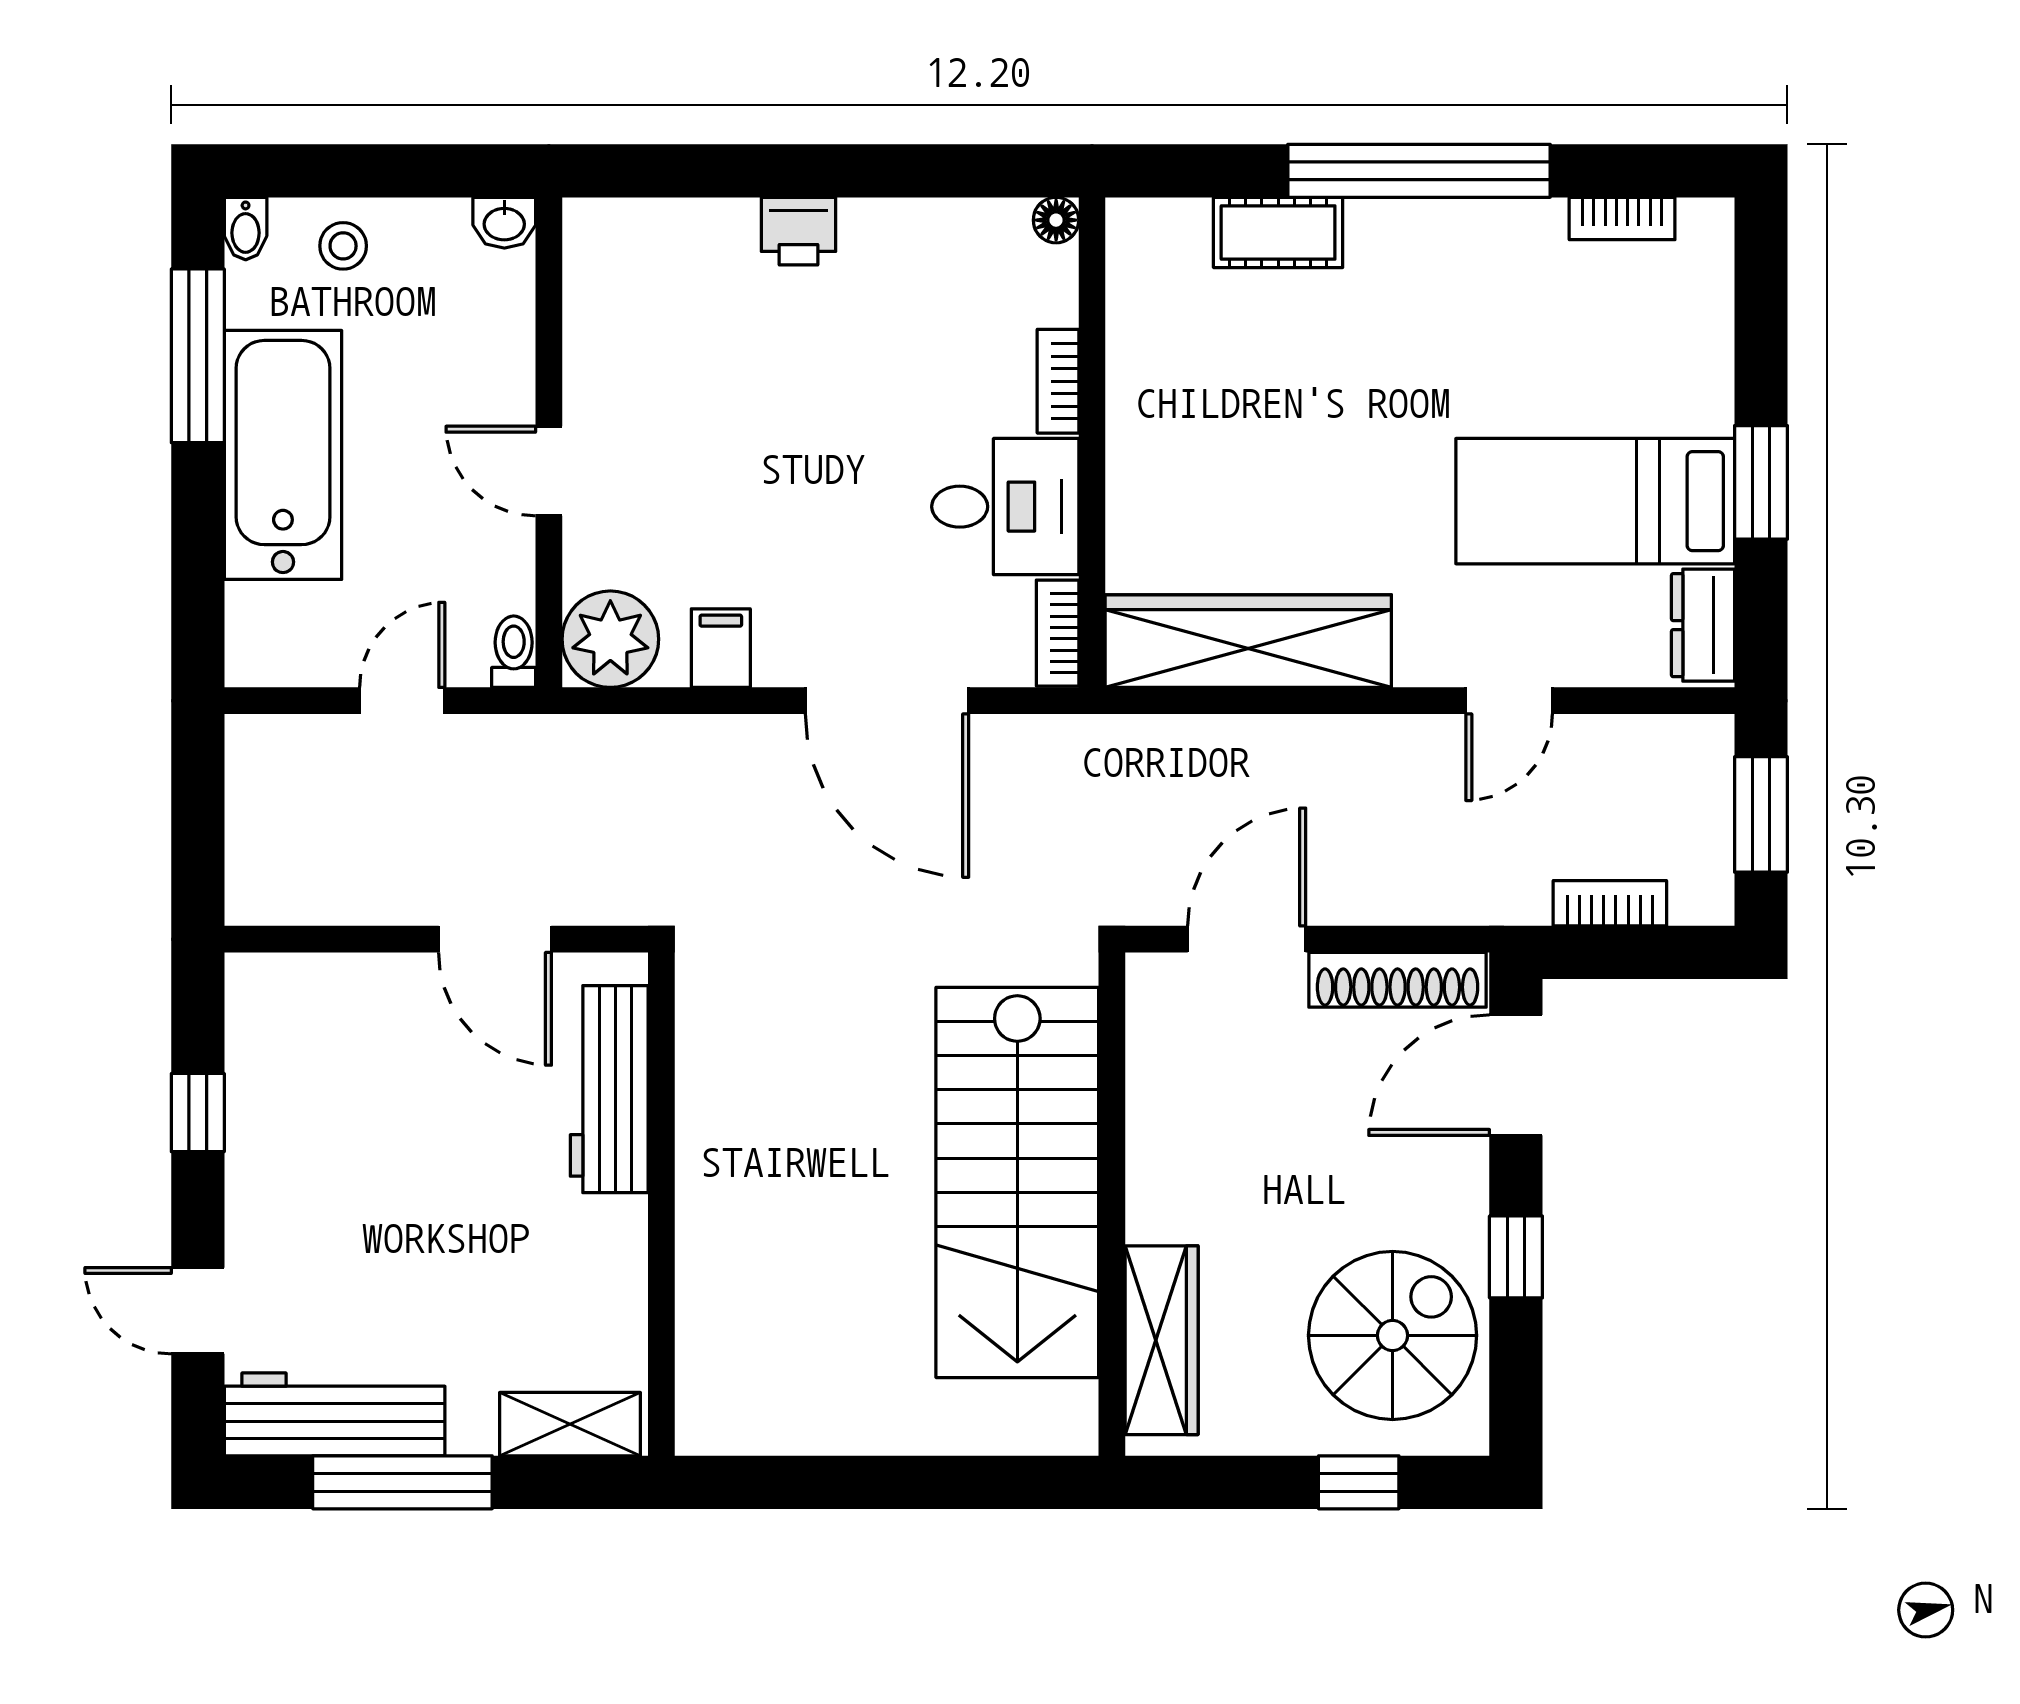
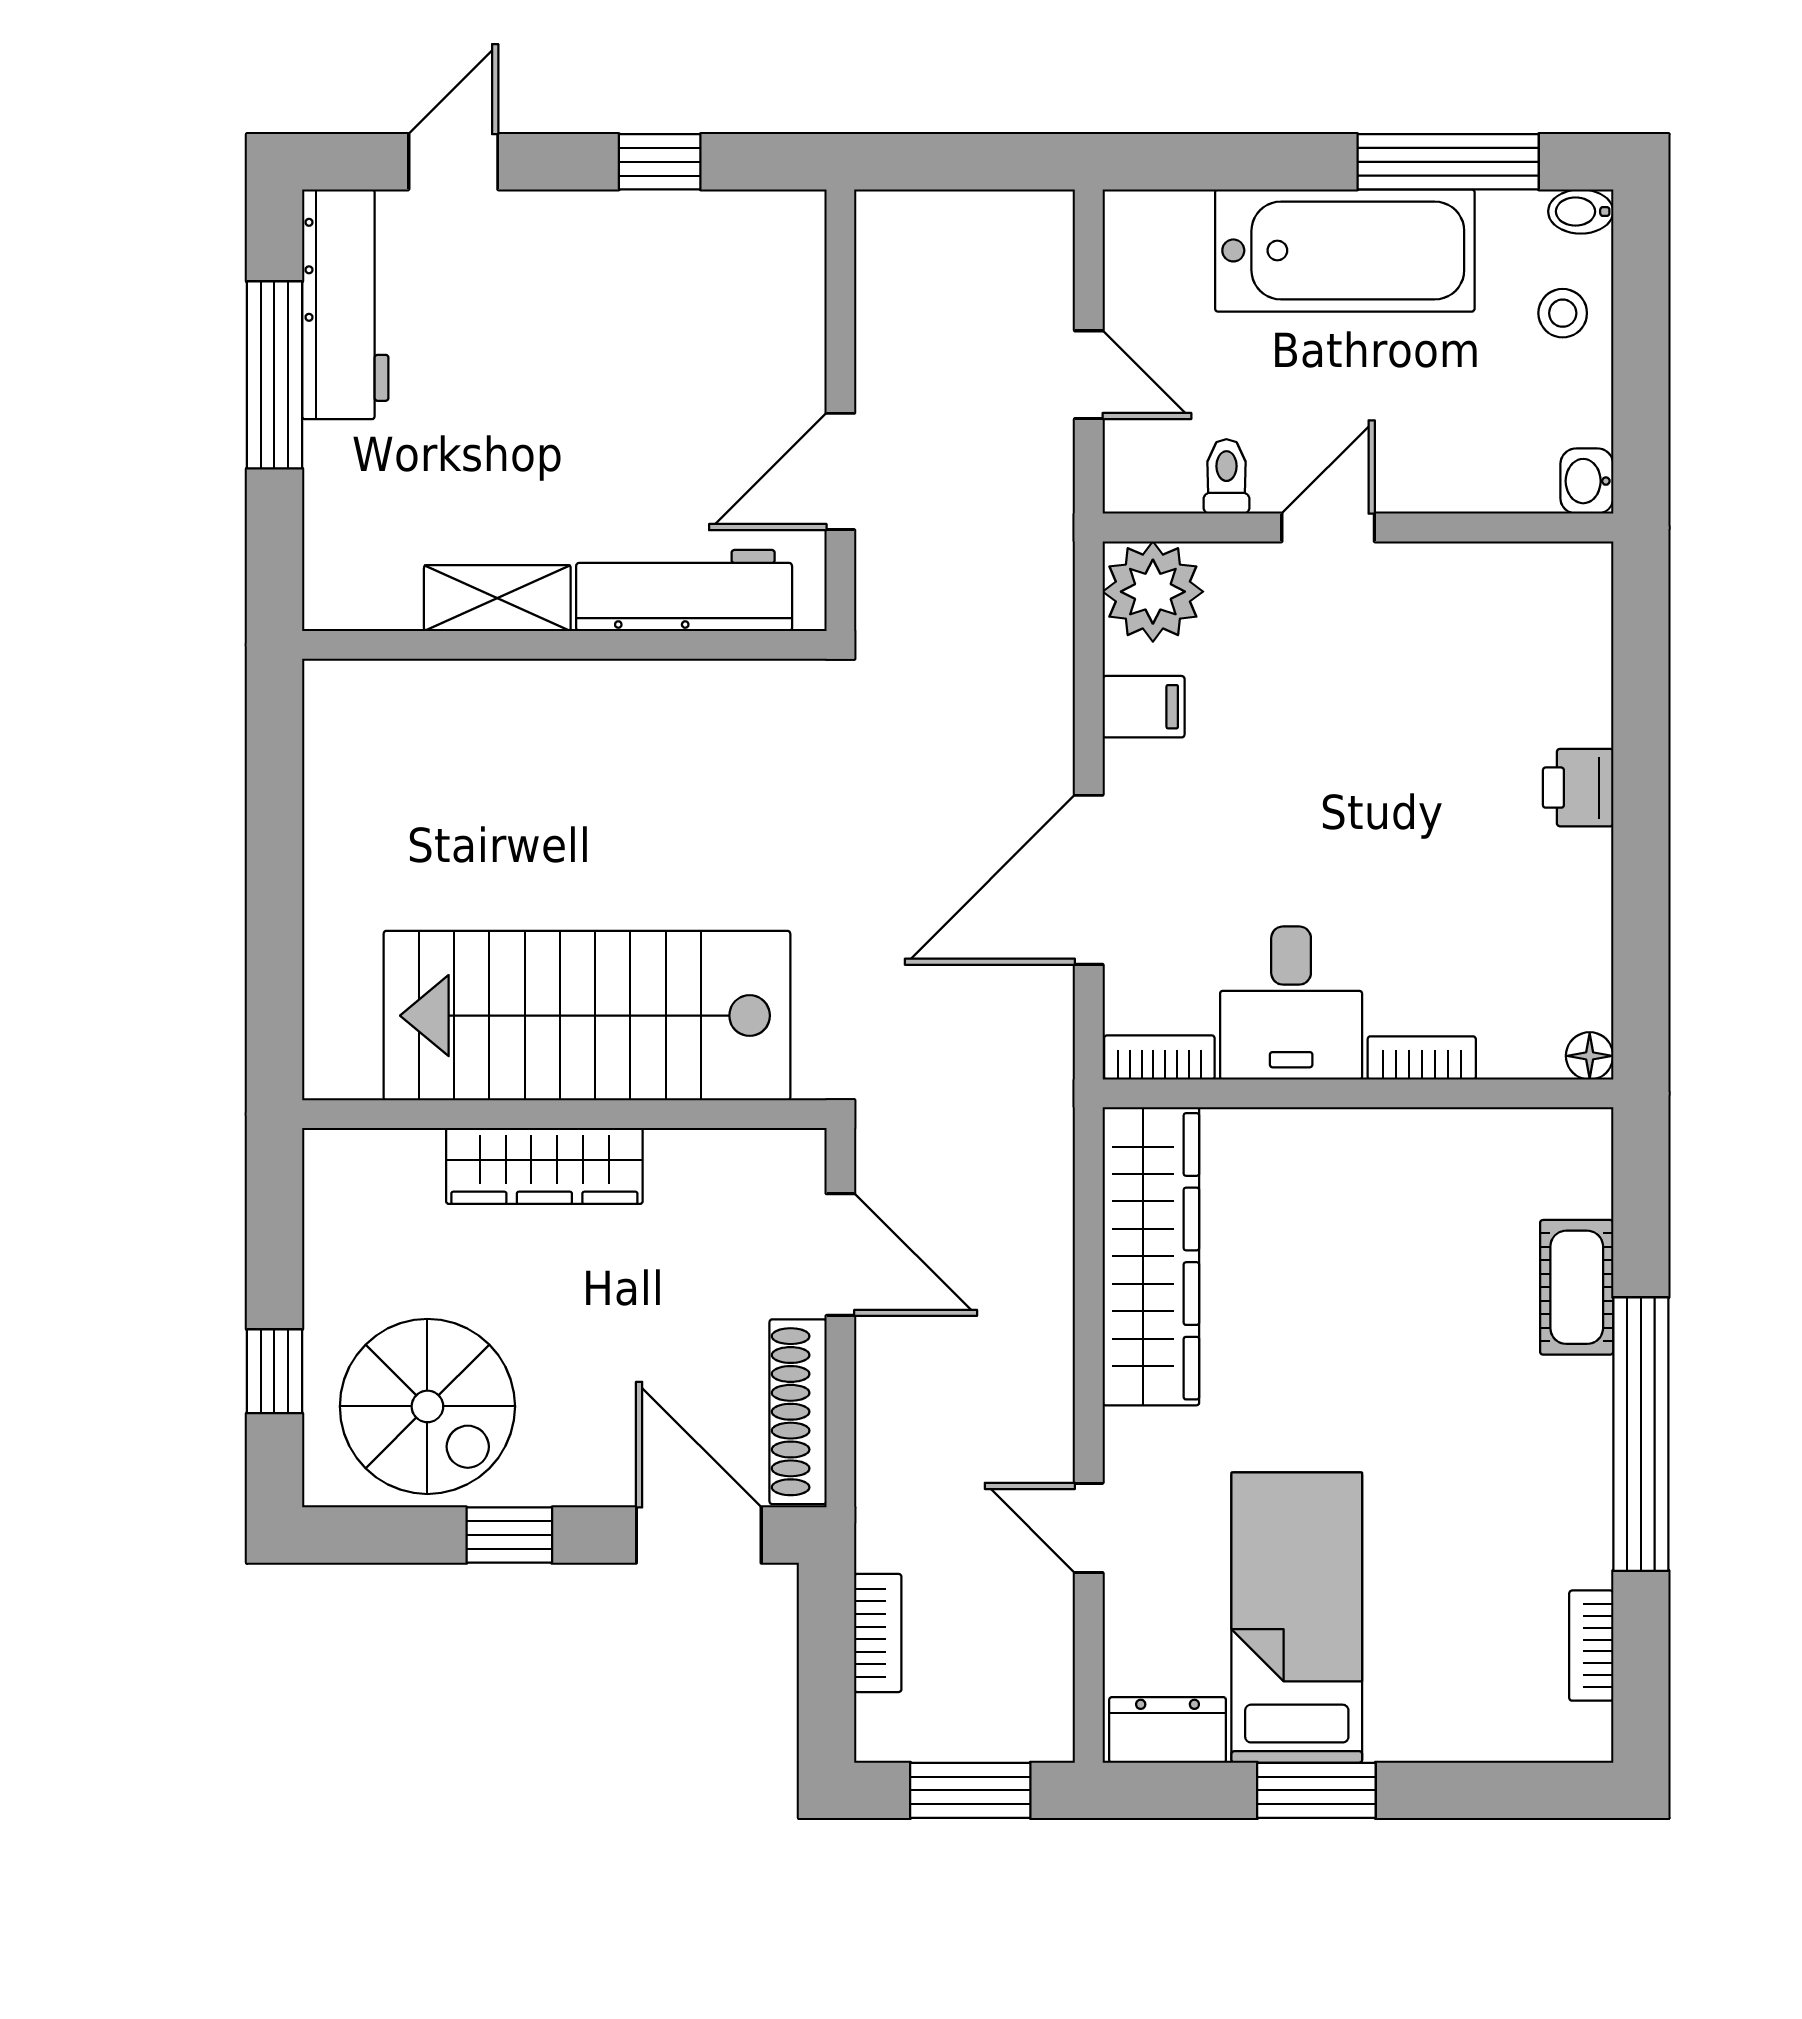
toilet: (514, 652) -> (1226, 476), moved, turned -90
wardrobe: (1162, 1340) -> (544, 1166), moved
shelving: (570, 1424) -> (497, 598), moved, turned 90

